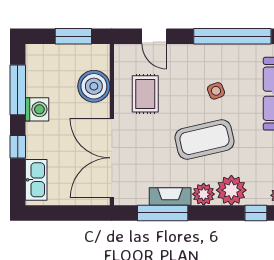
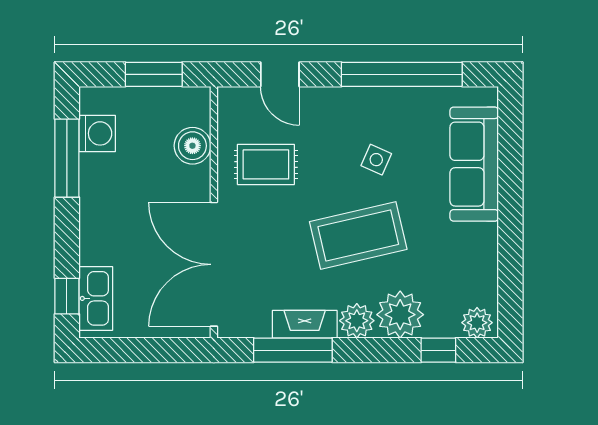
boiler: (94, 86) -> (192, 146), width x0.73, depth x0.73
side table: (216, 91) -> (376, 160), turned 45
rug: (145, 94) -> (266, 164), turned 90
washing machine: (37, 109) -> (97, 133), moved
window: (18, 147) -> (67, 296), moved

